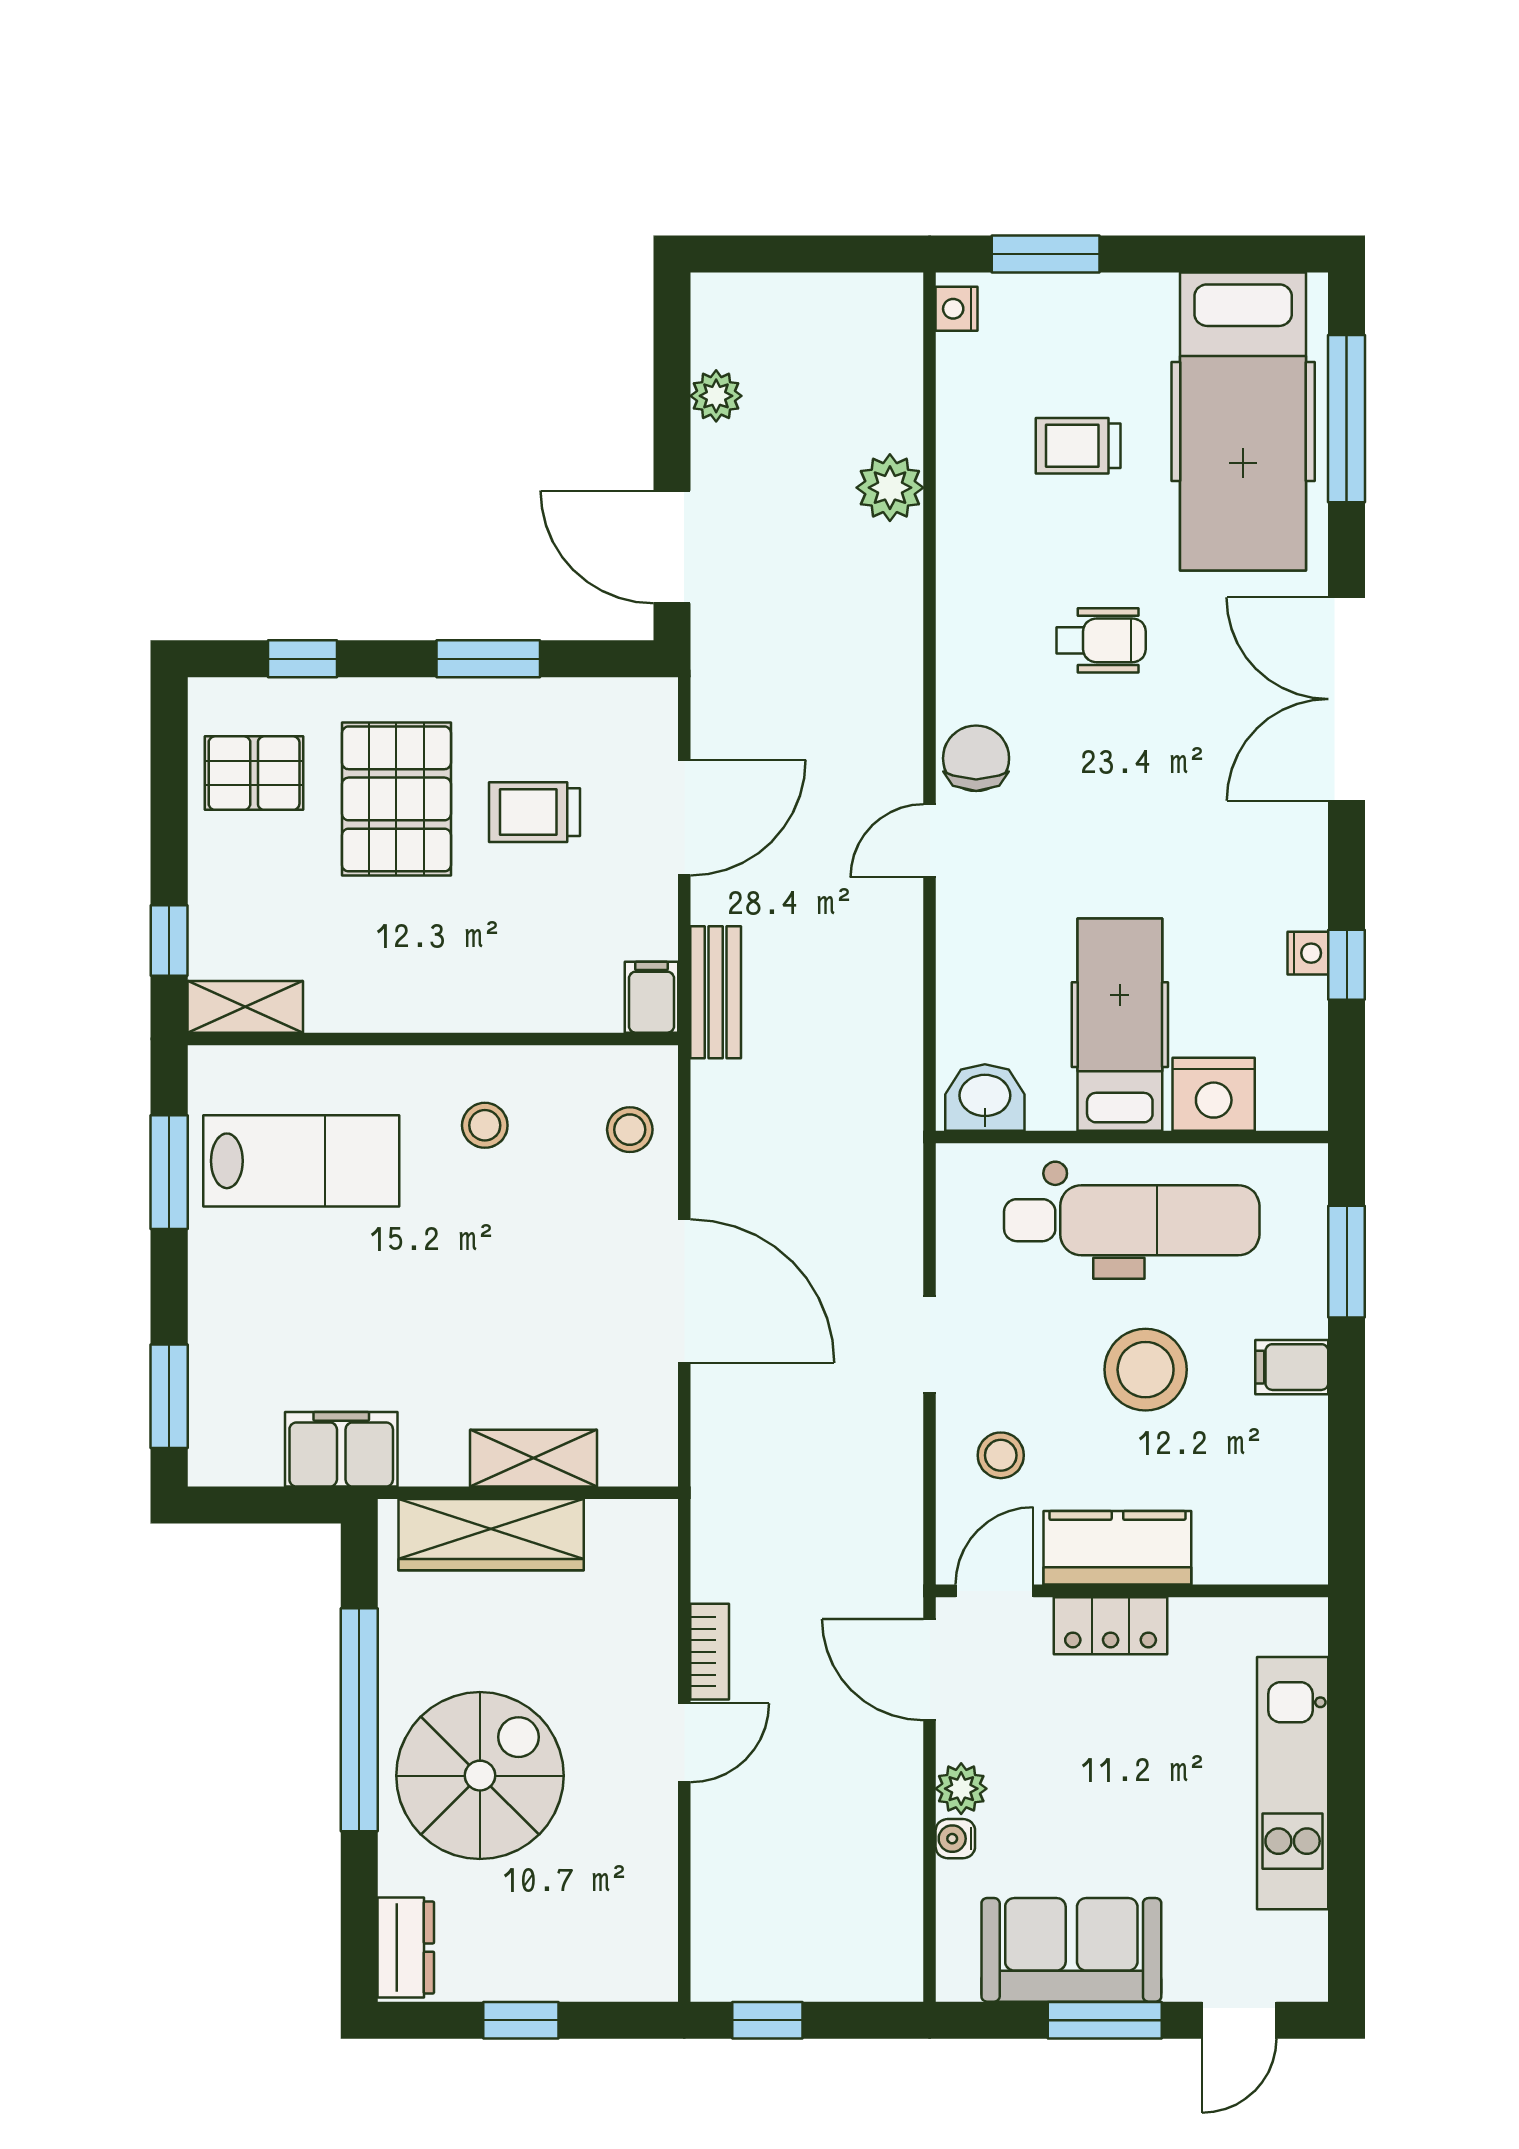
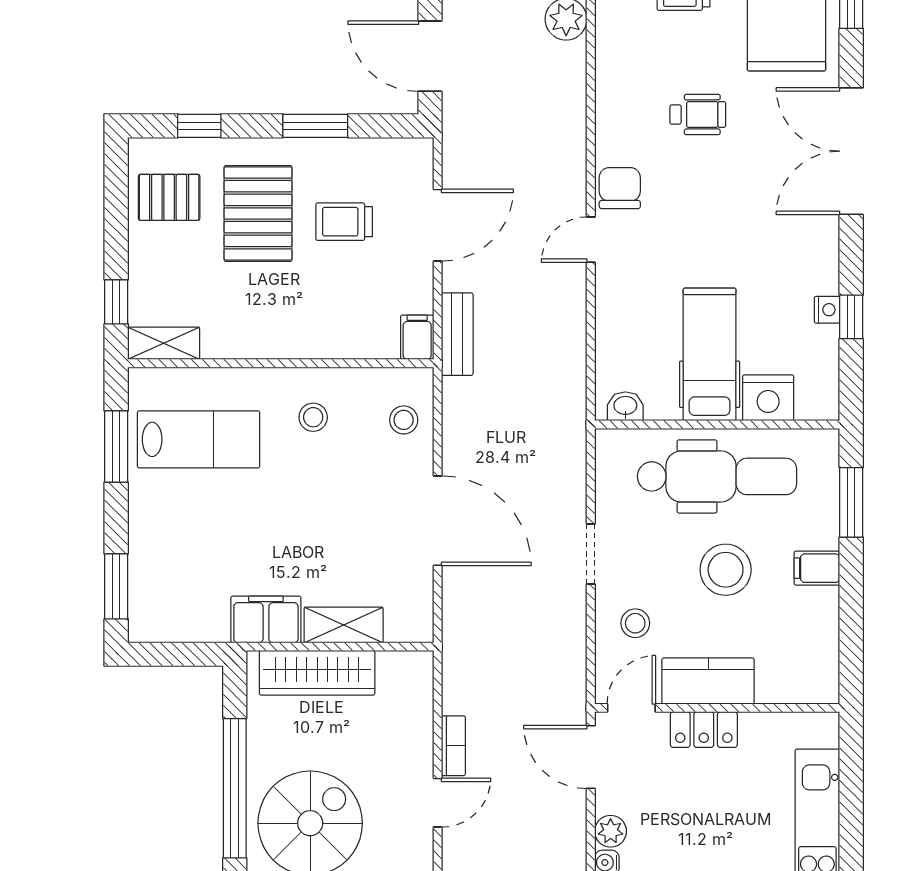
washbasin: (985, 1097) -> (625, 406), width x0.72, depth x0.69
filing cabinet: (341, 1449) -> (266, 619), moved

